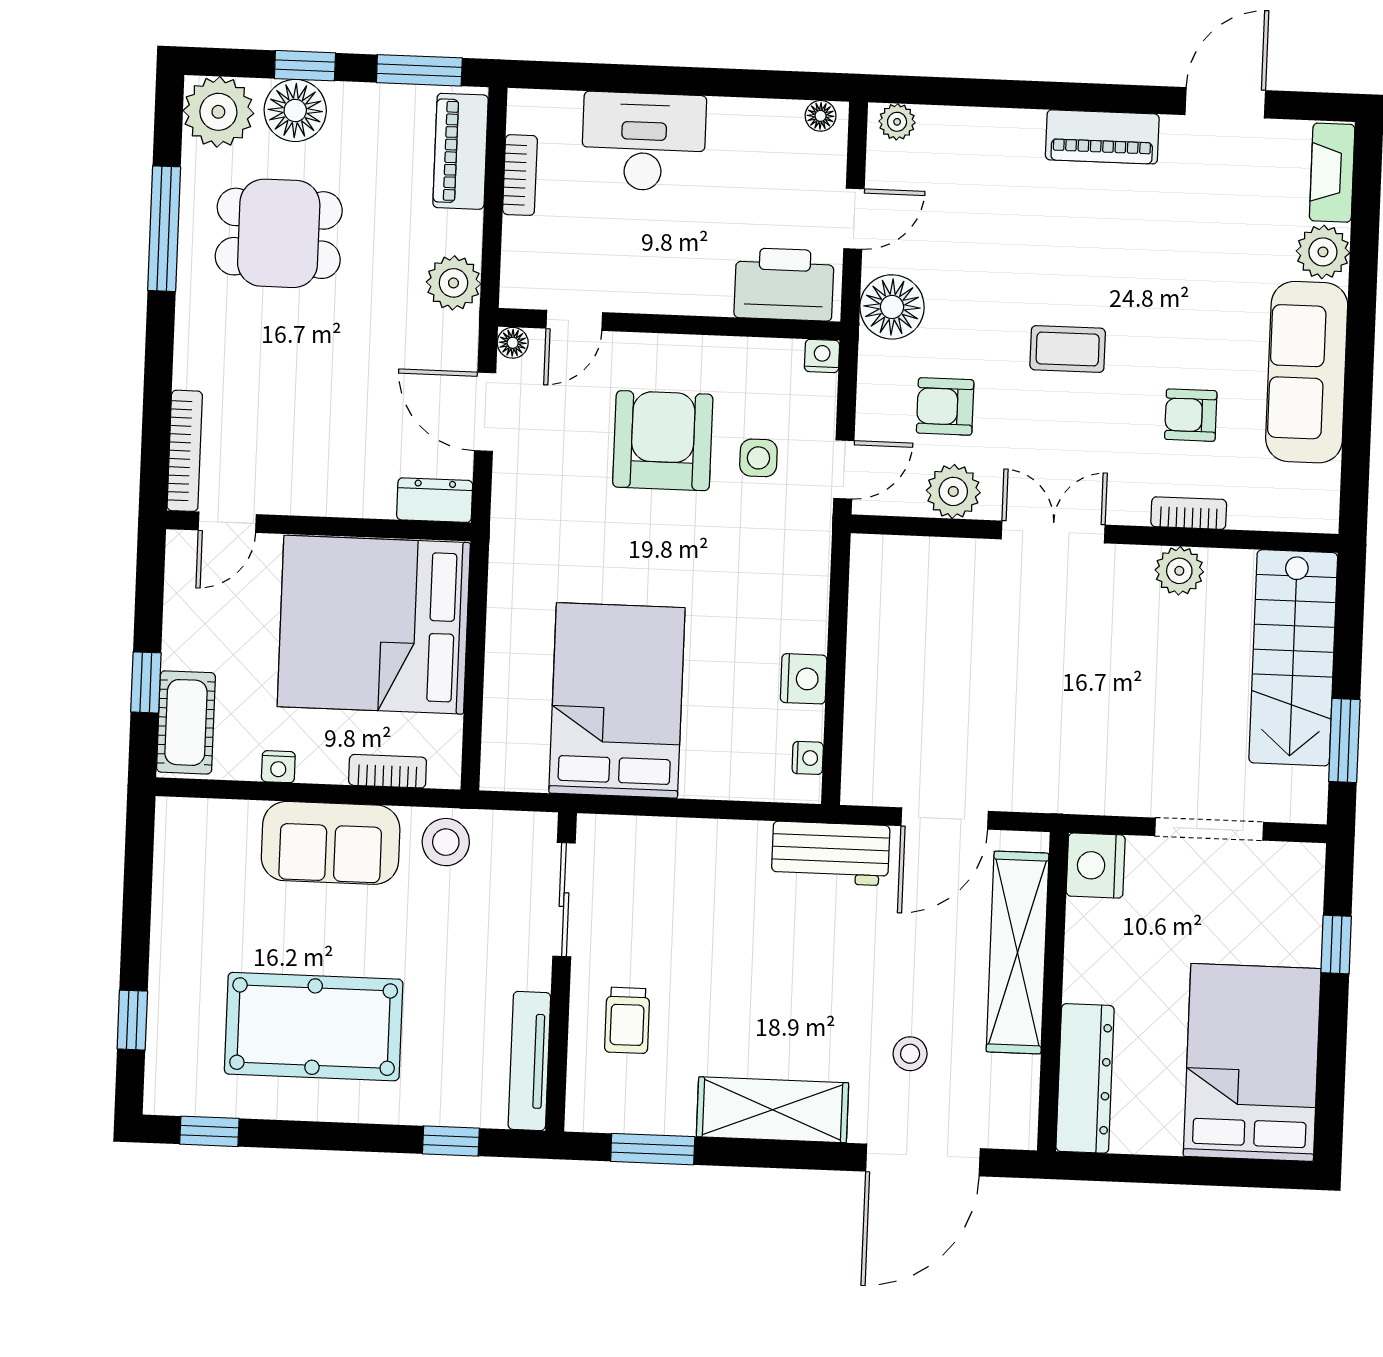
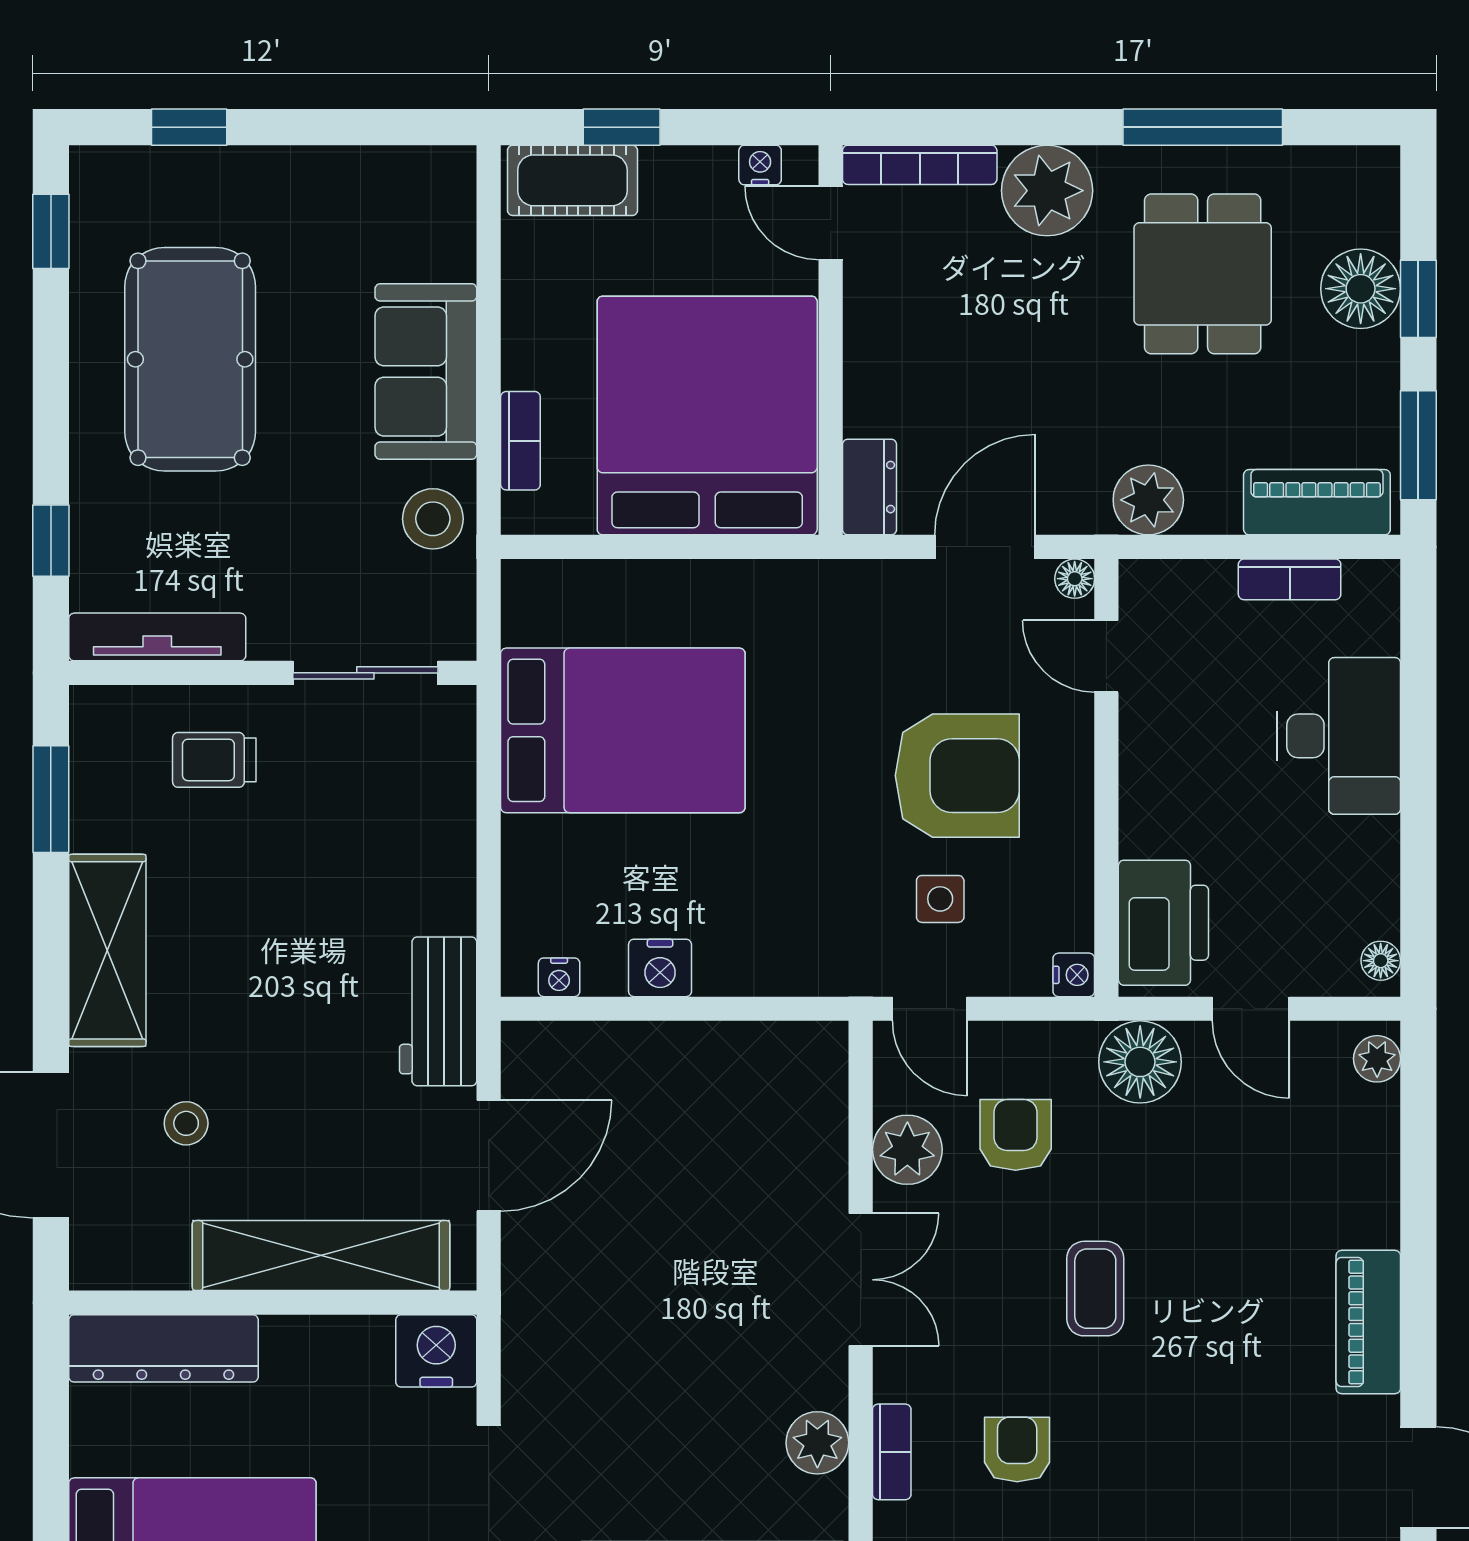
plant: (218, 112) -> (1047, 191), moved
nightstand: (278, 767) -> (760, 165), moved, turned 90
door: (945, 818) -> (489, 1156), swing flipped

